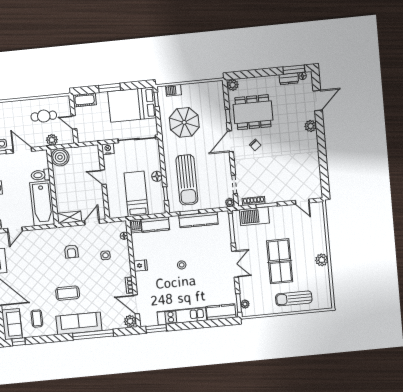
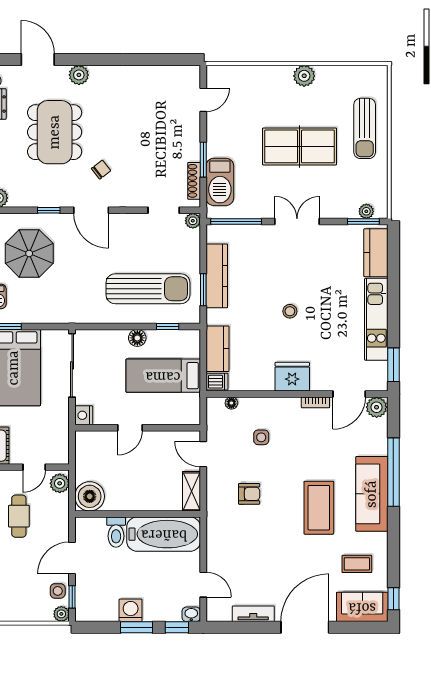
dining table: (253, 112) -> (55, 132), moved
parasol: (184, 122) -> (29, 253), moved
plant: (52, 140) -> (60, 483), moved
fridge: (141, 266) -> (292, 377), width x1.88, depth x1.34
coffee table: (68, 293) -> (319, 508), width x1.36, depth x1.32

